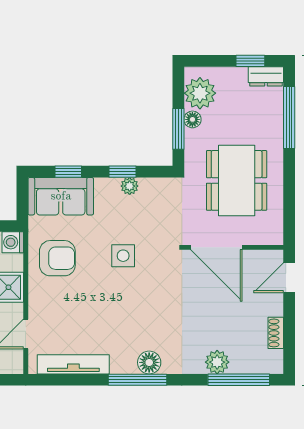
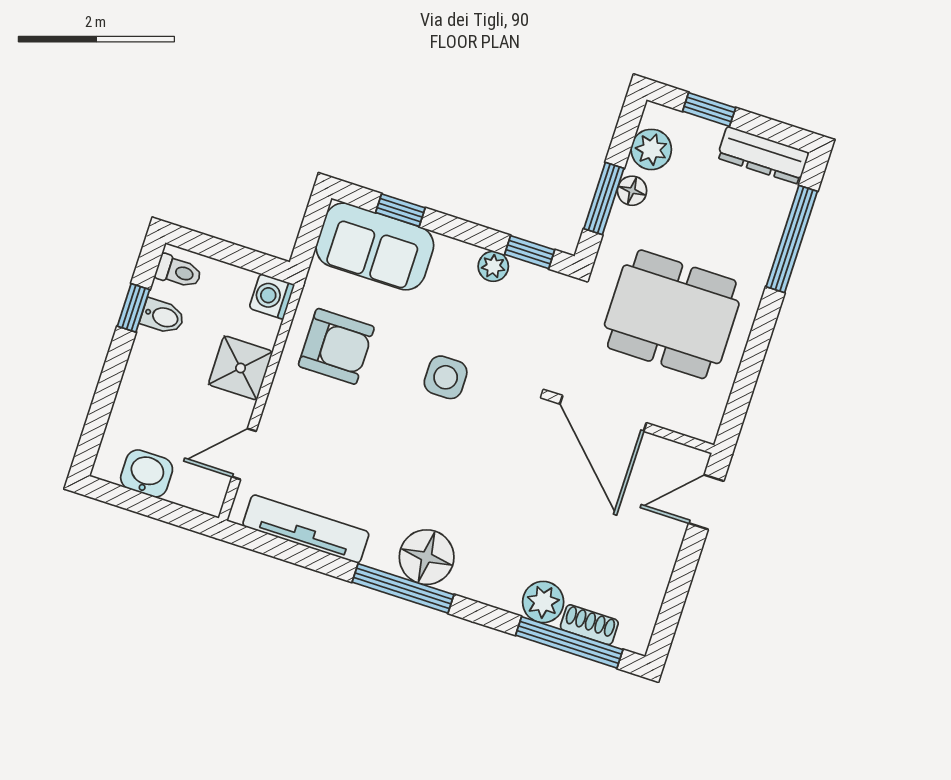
window: (250, 61) -> (709, 109), moved
dresser: (266, 76) -> (763, 155), width x1.44
plant: (200, 93) -> (651, 149), width x0.73, depth x0.73
window: (123, 172) -> (530, 252), moved
dining table: (237, 180) -> (672, 314), turned 90
shoe rack: (276, 333) -> (589, 625), moved, turned 90
floor lamp: (149, 362) -> (427, 557), width x1.38, depth x1.38

